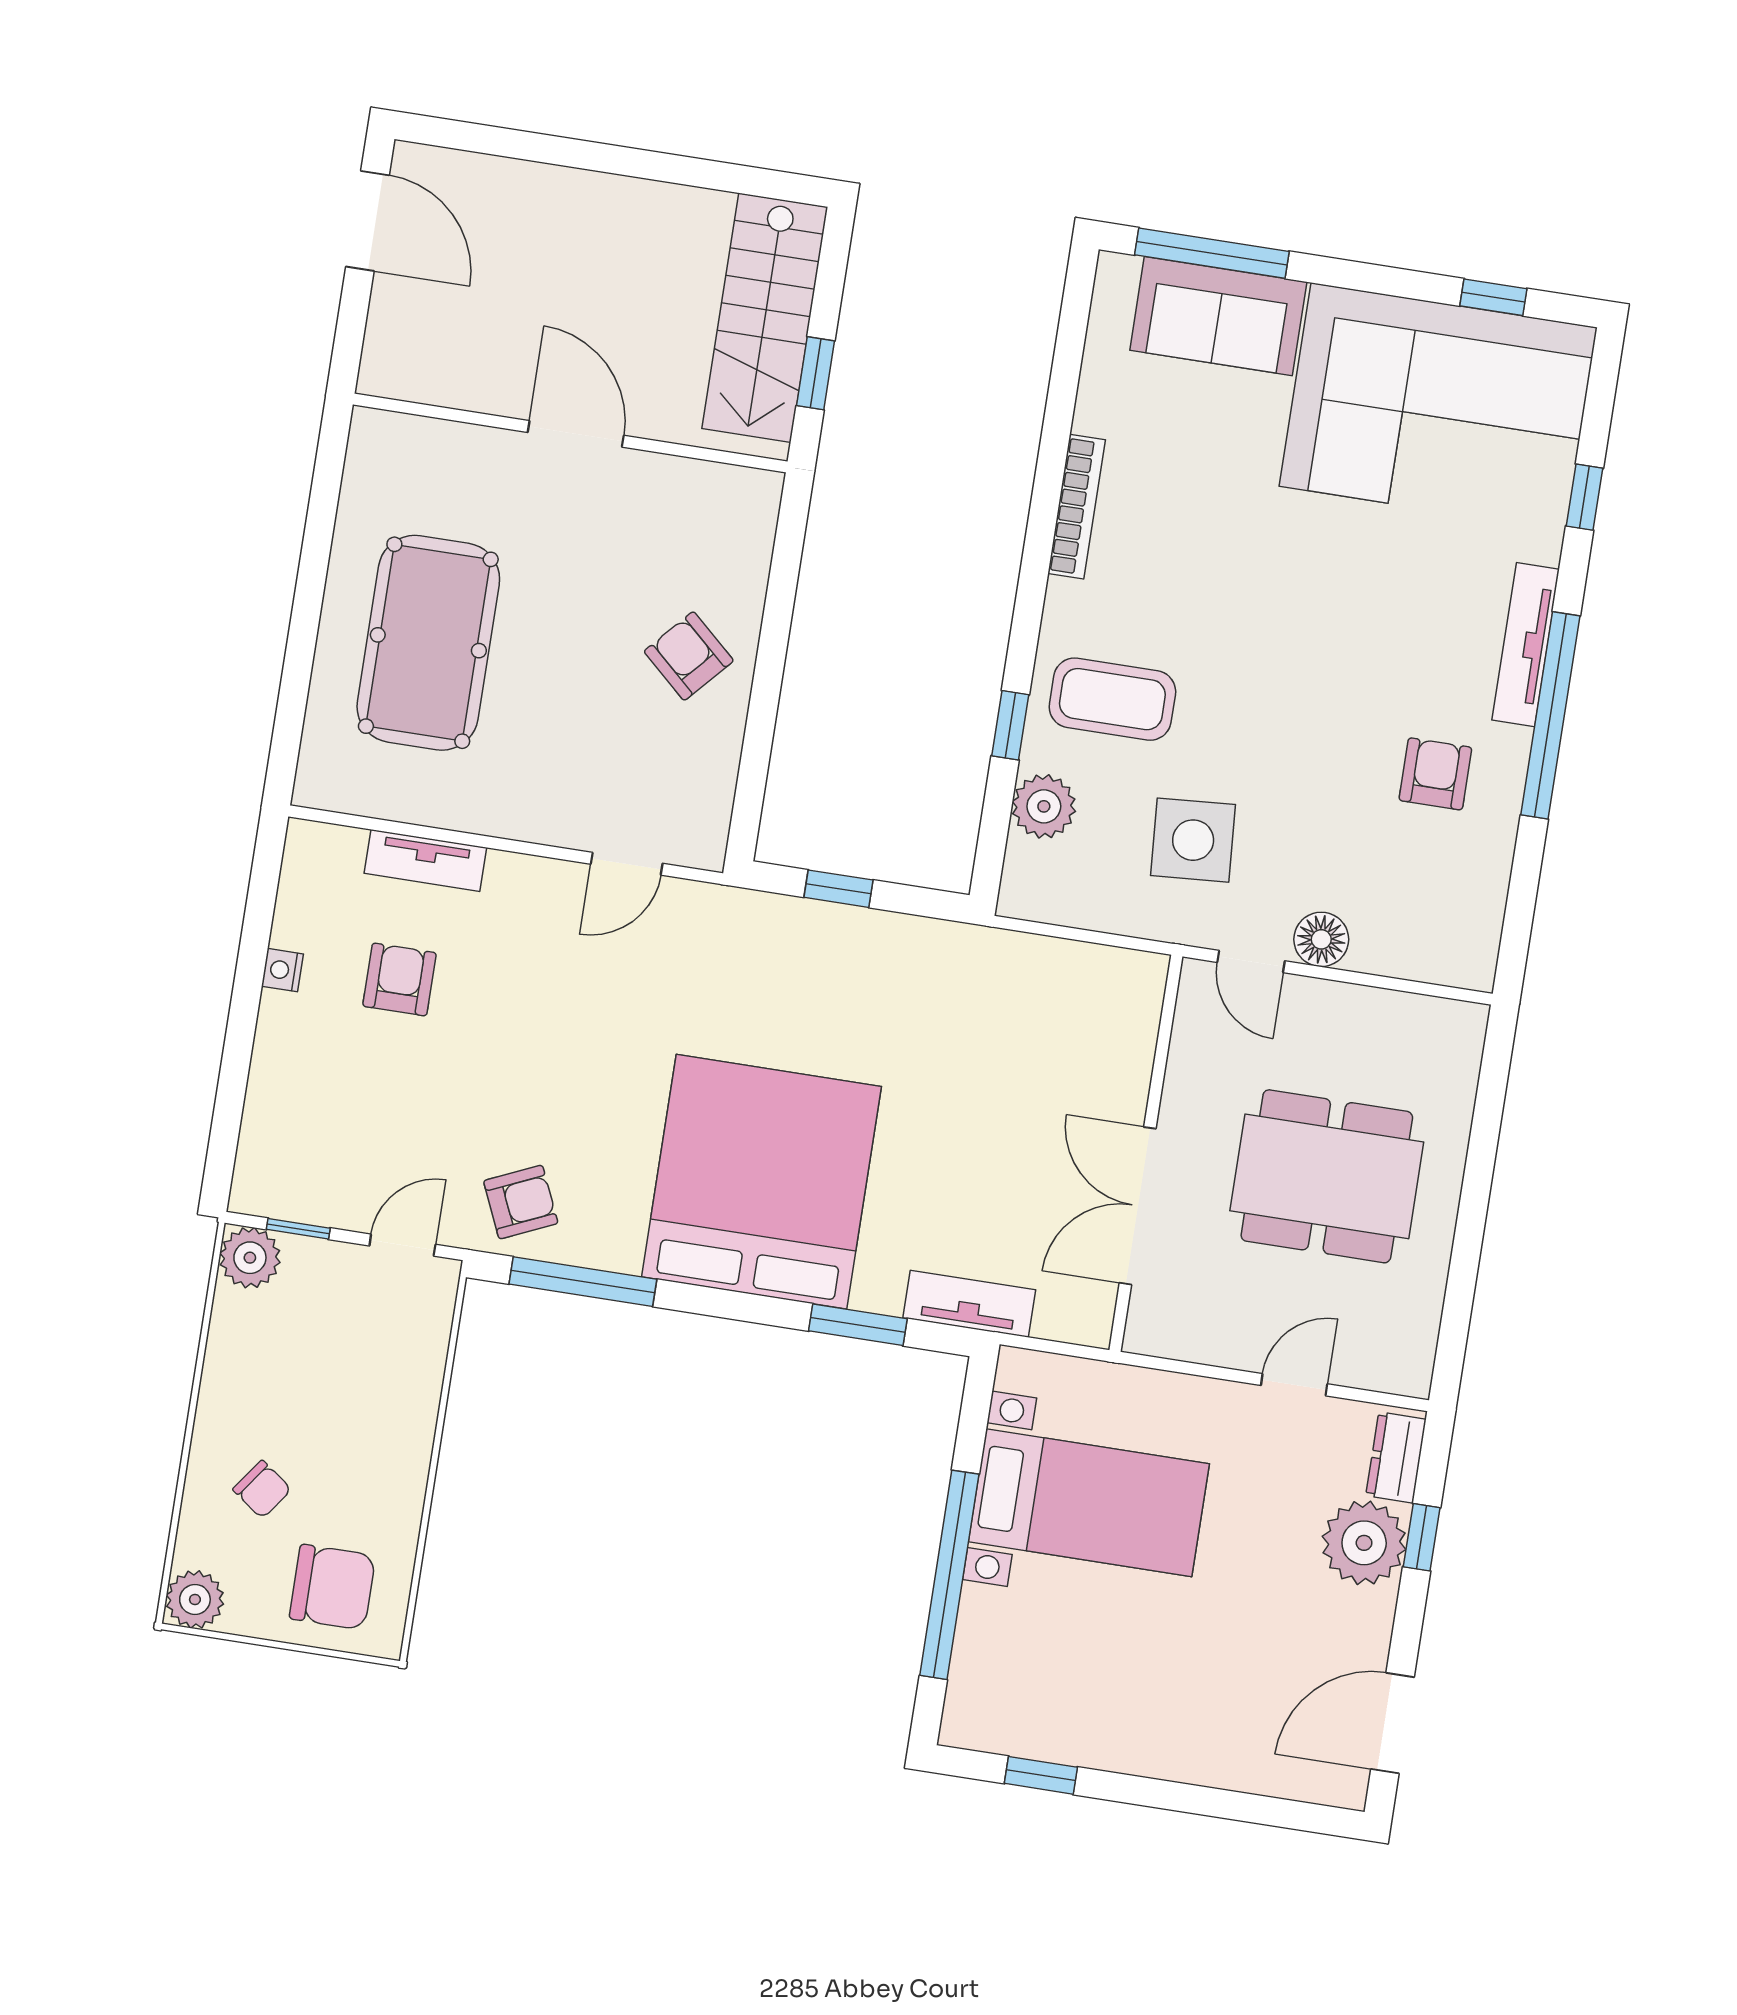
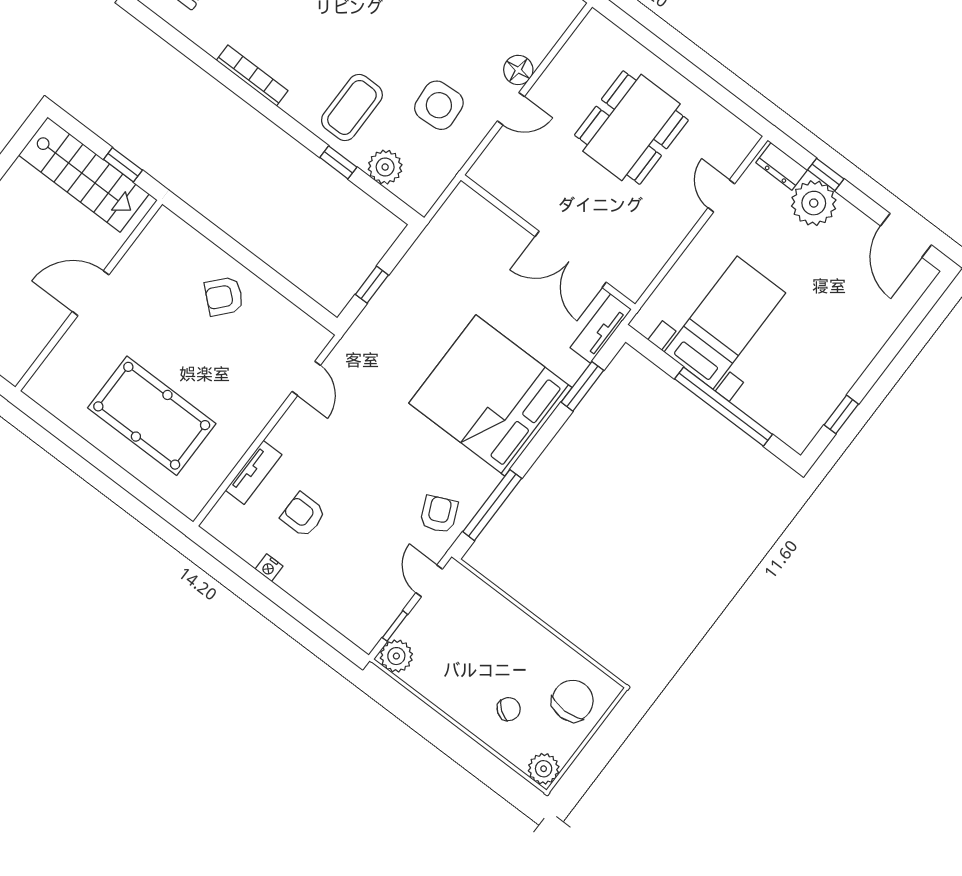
wall: (1146, 1153) -> (548, 242), moved
double door: (1138, 1206) -> (571, 259), moved

